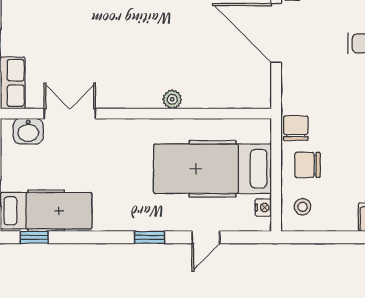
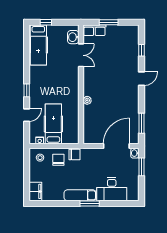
hospital bed: (213, 169) -> (53, 124), width x0.73, depth x0.78
window: (34, 237) -> (27, 40), removed
door: (206, 237) -> (27, 115), swing flipped

